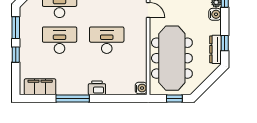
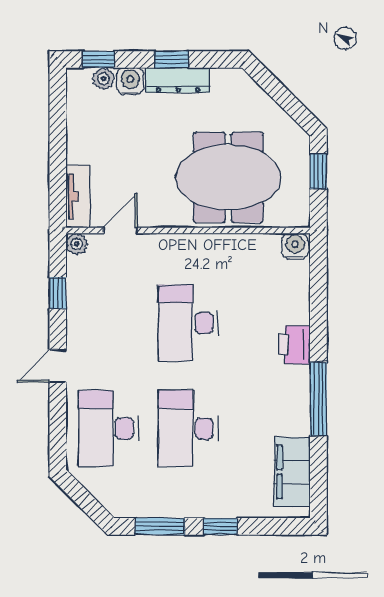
window: (225, 43) -> (172, 59), moved
dresser: (215, 49) -> (178, 80), moved
meeting table: (172, 58) -> (228, 177), width x0.73

